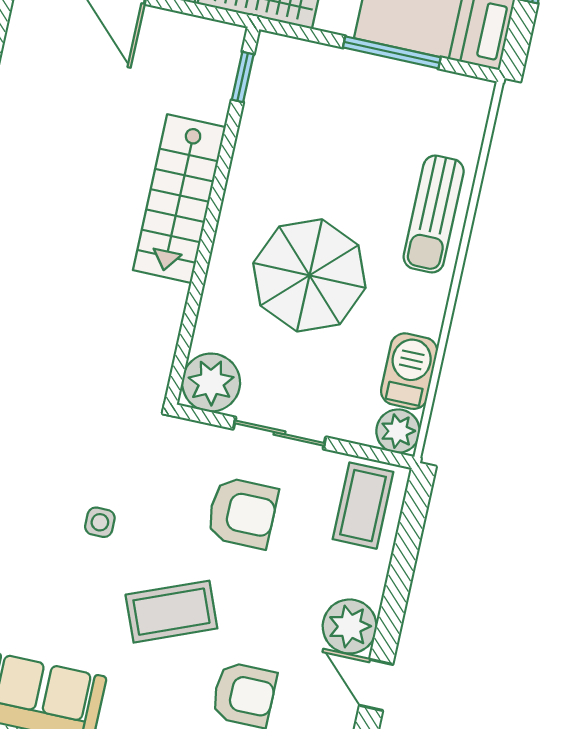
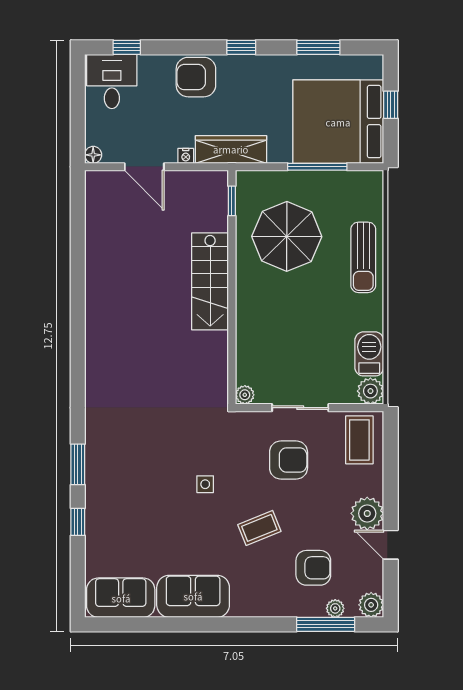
parasol: (309, 275) -> (287, 236), moved
plant: (211, 383) -> (245, 395), width x0.53, depth x0.53
coffee table: (171, 612) -> (259, 528), width x0.73, depth x0.77

